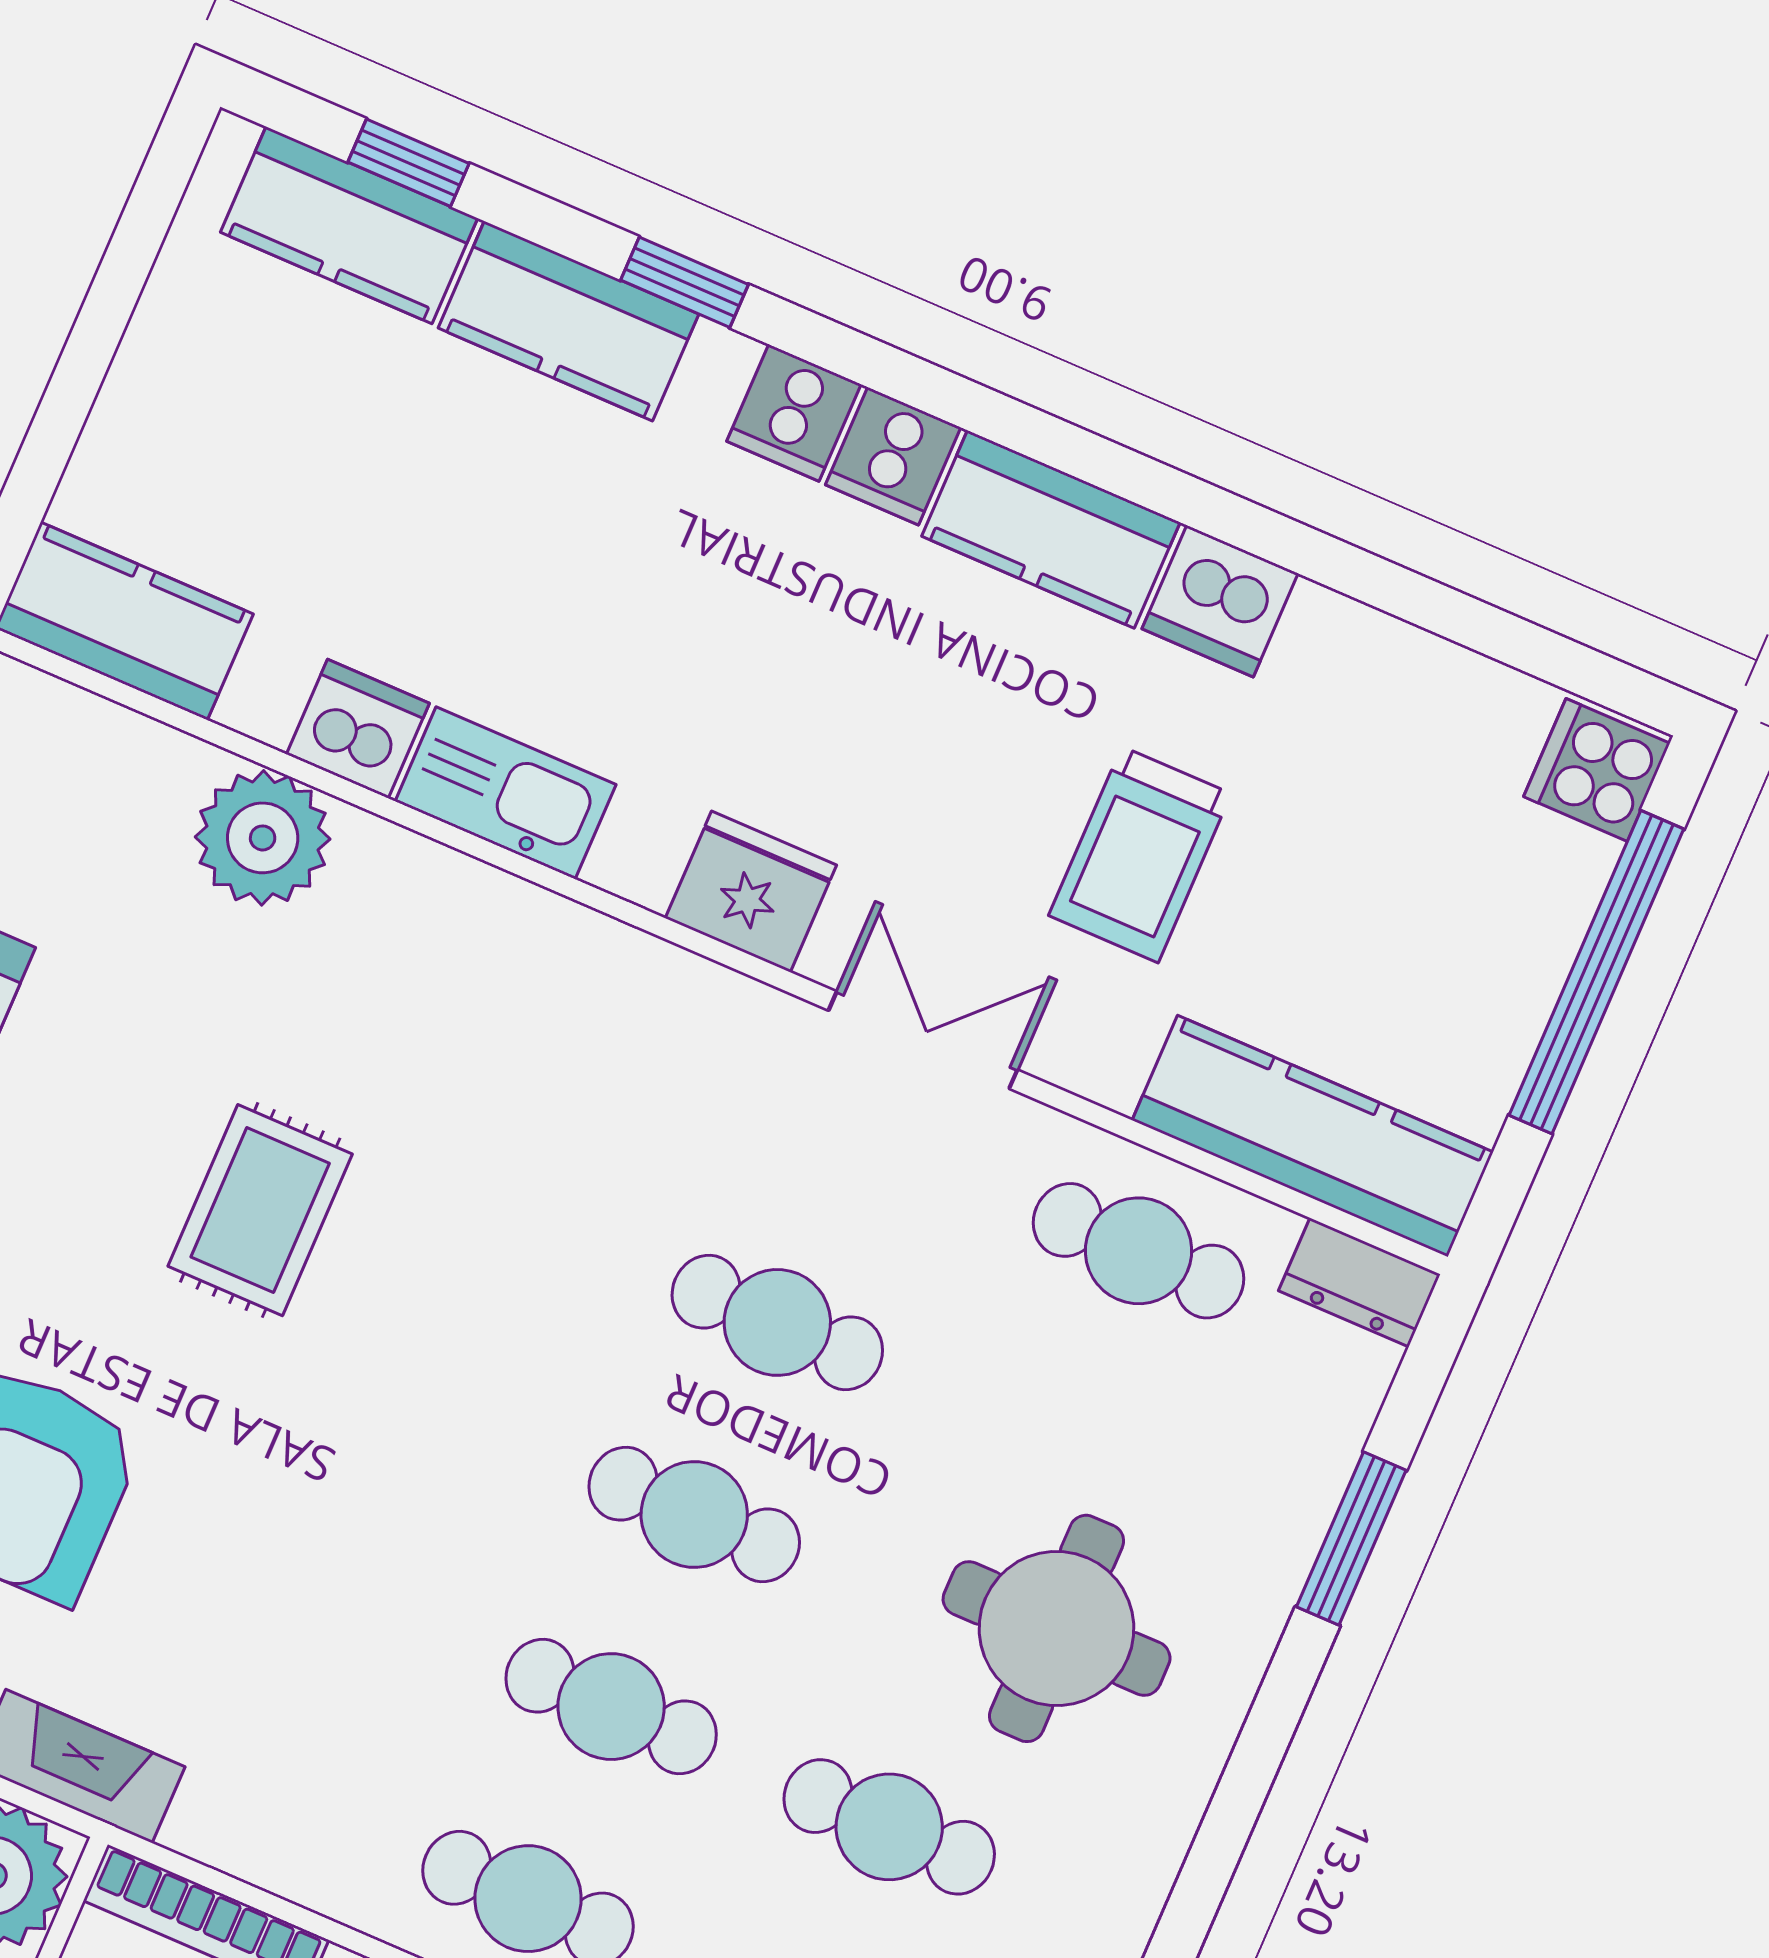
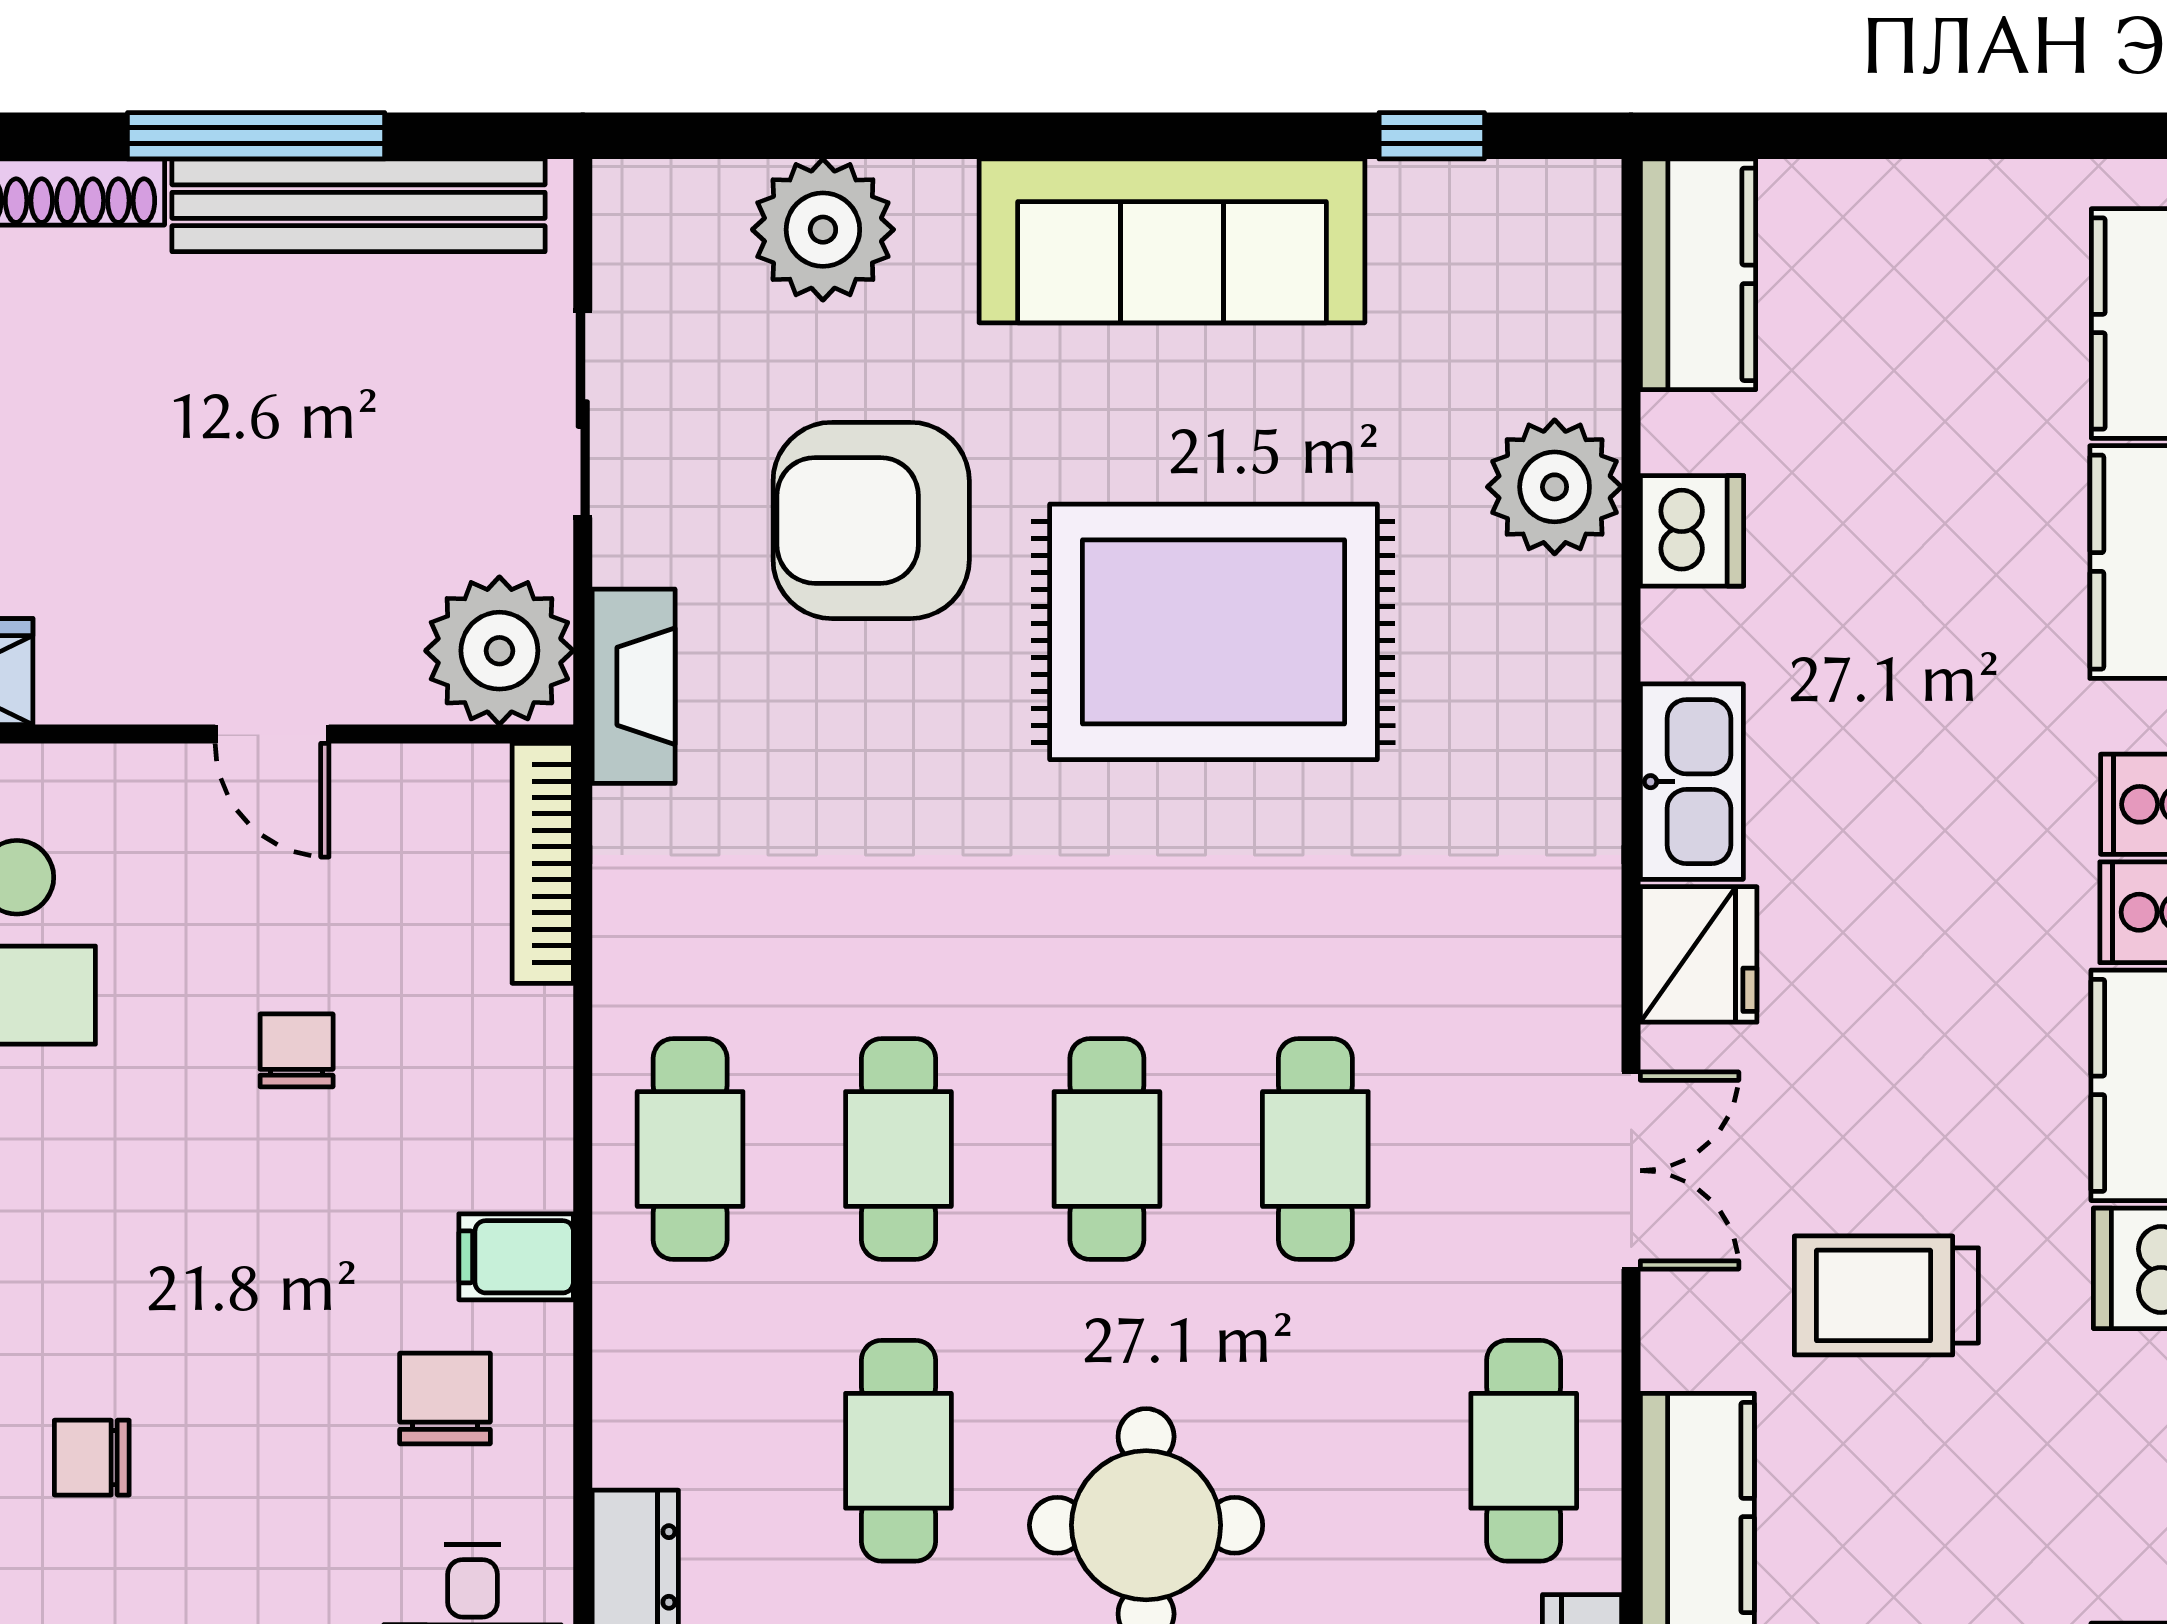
kitchen sink: (506, 793) -> (1692, 782), moved
rug: (260, 1210) -> (1213, 632), width x1.86, depth x2.06

